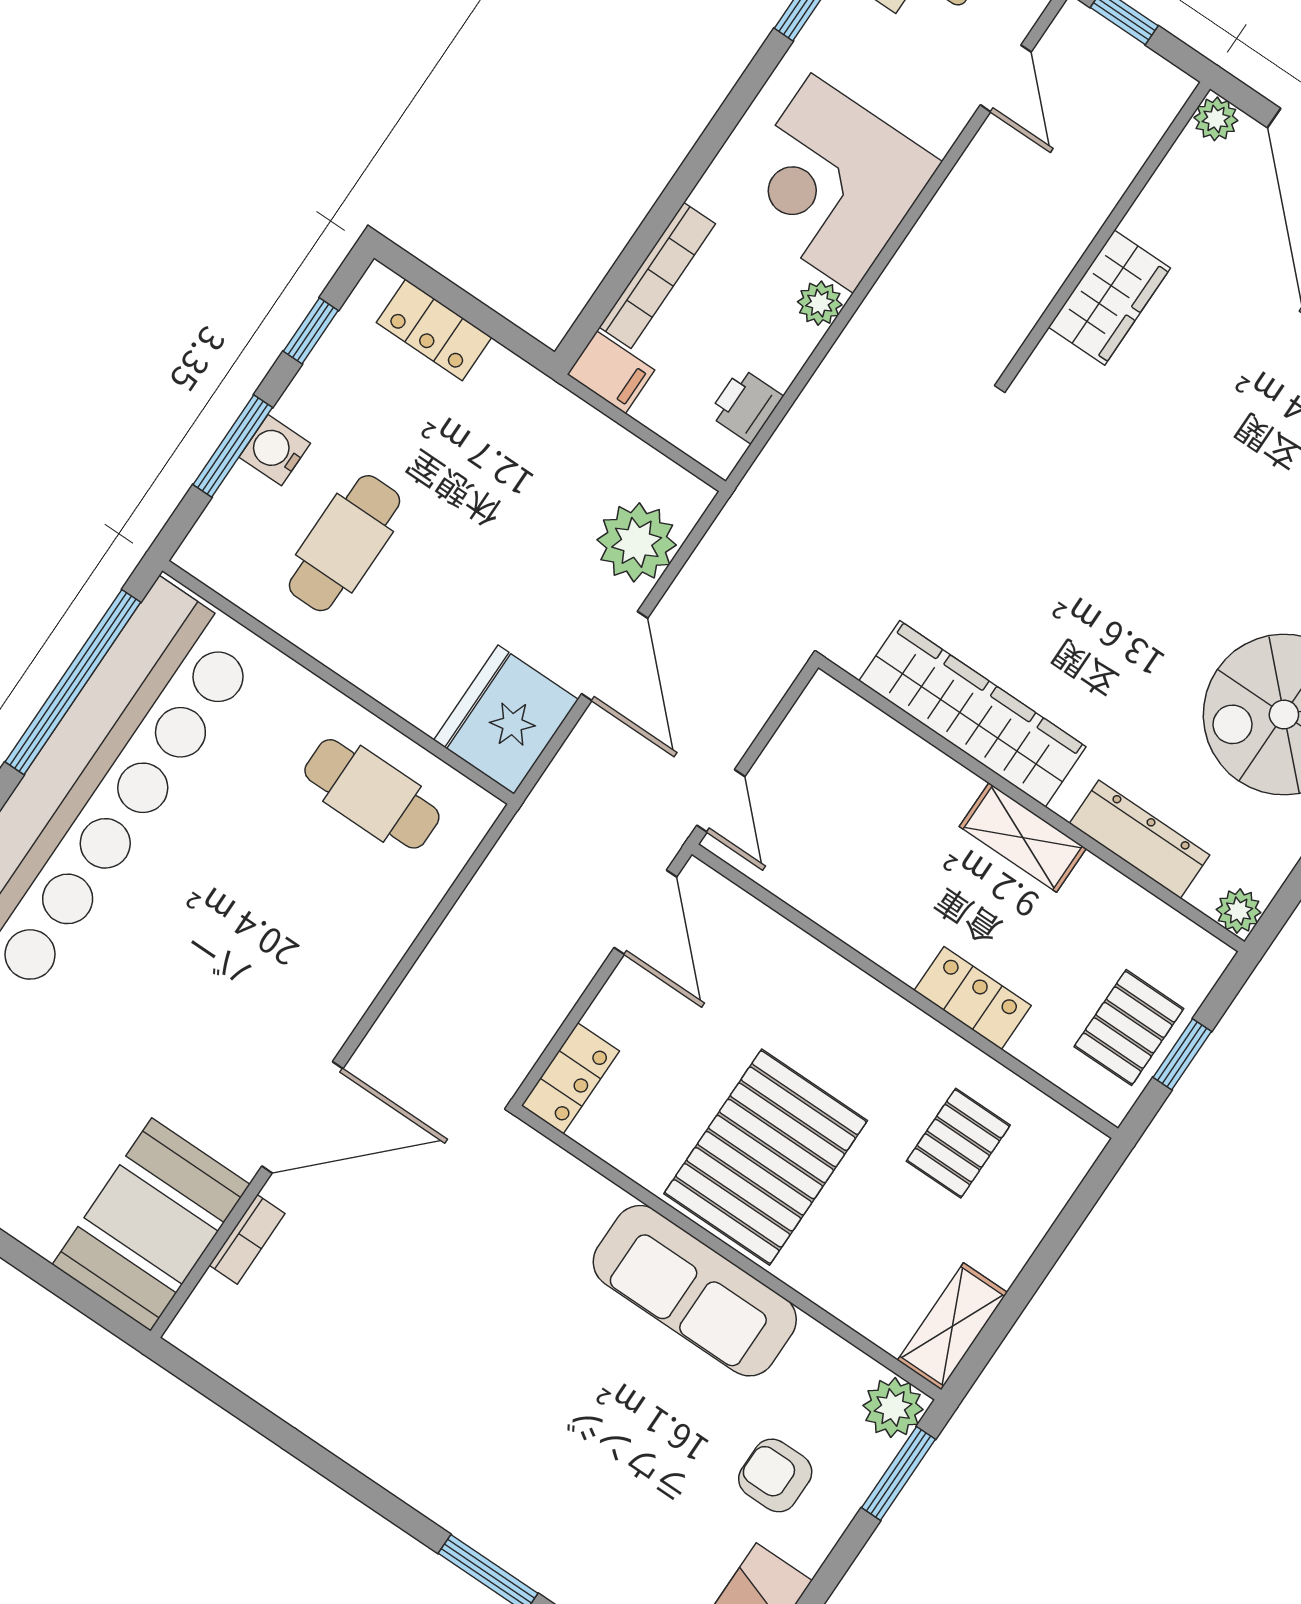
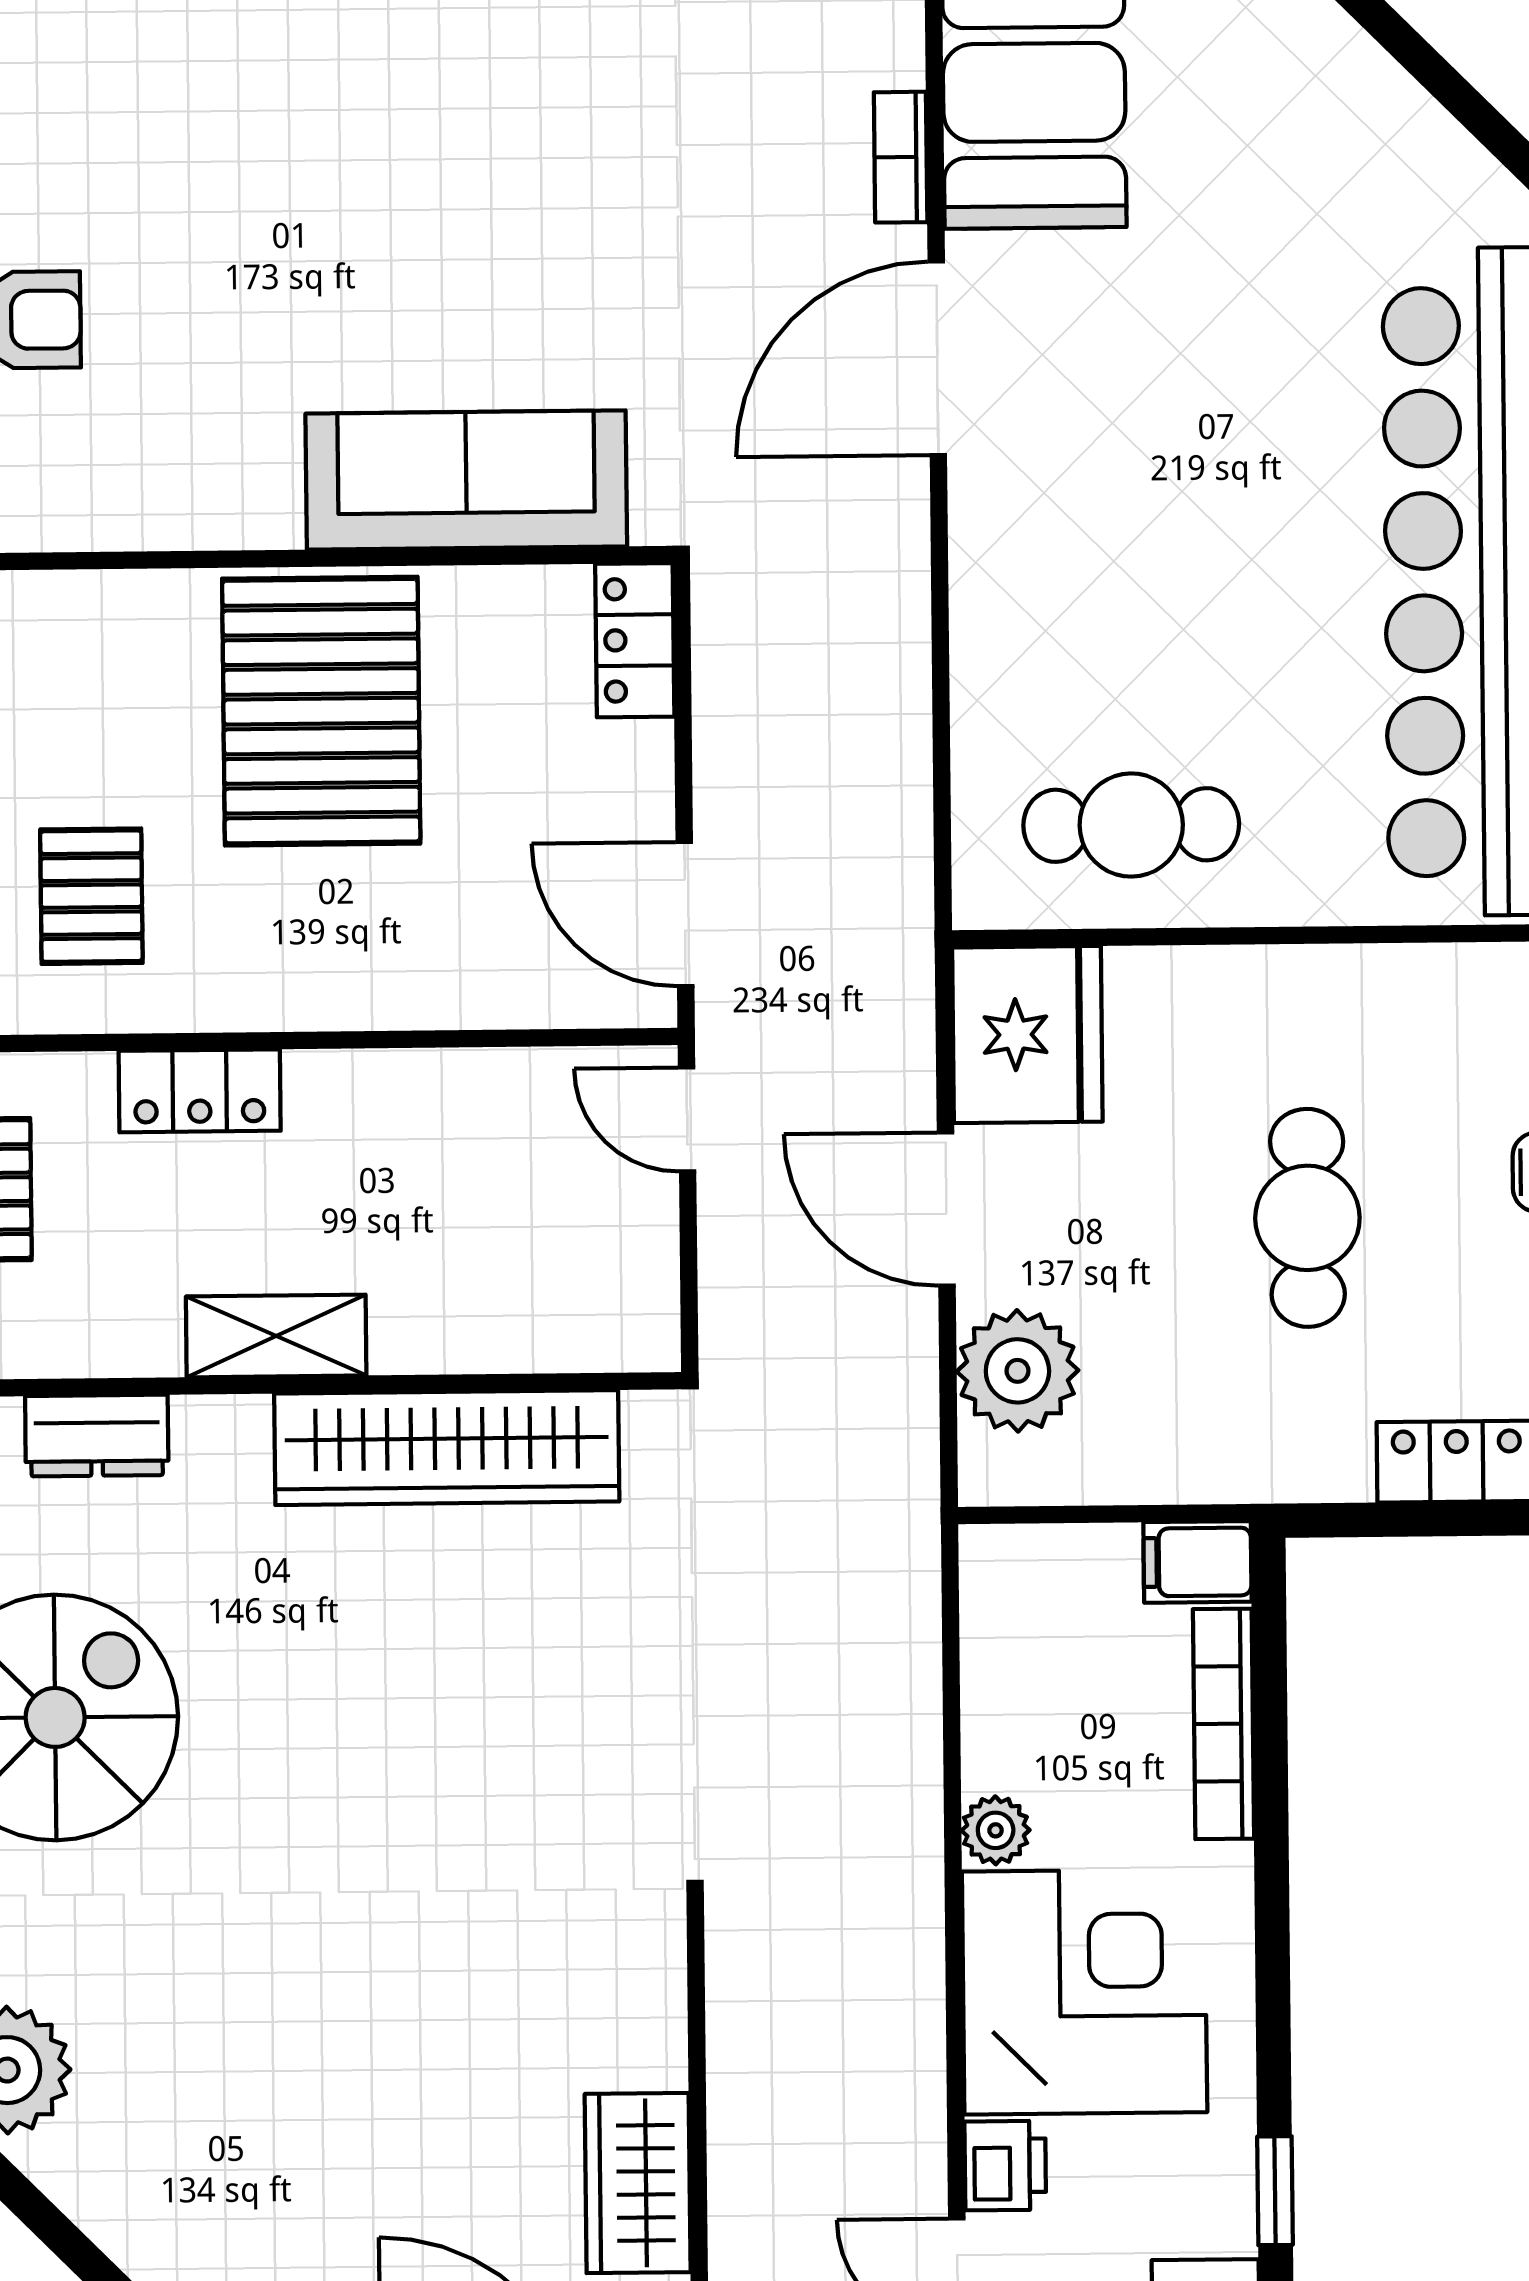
wardrobe: (1109, 298) -> (638, 2183), moved
printer: (746, 405) -> (1005, 2166), moved
cafe table: (344, 543) -> (1307, 1218), moved
dresser: (1140, 839) -> (97, 1436), width x0.70
sofa: (695, 1291) -> (466, 480), moved

